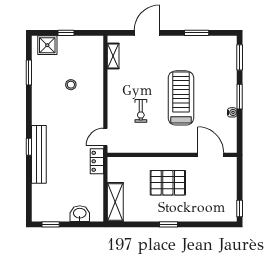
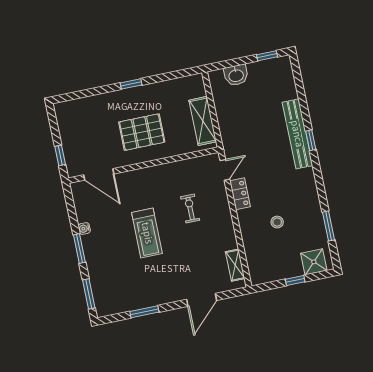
treadmill: (181, 98) -> (147, 233), width x0.73, depth x0.73
locker: (97, 161) -> (240, 194), moved
shelving: (115, 202) -> (203, 121), moved
window: (240, 208) -> (60, 155), moved

